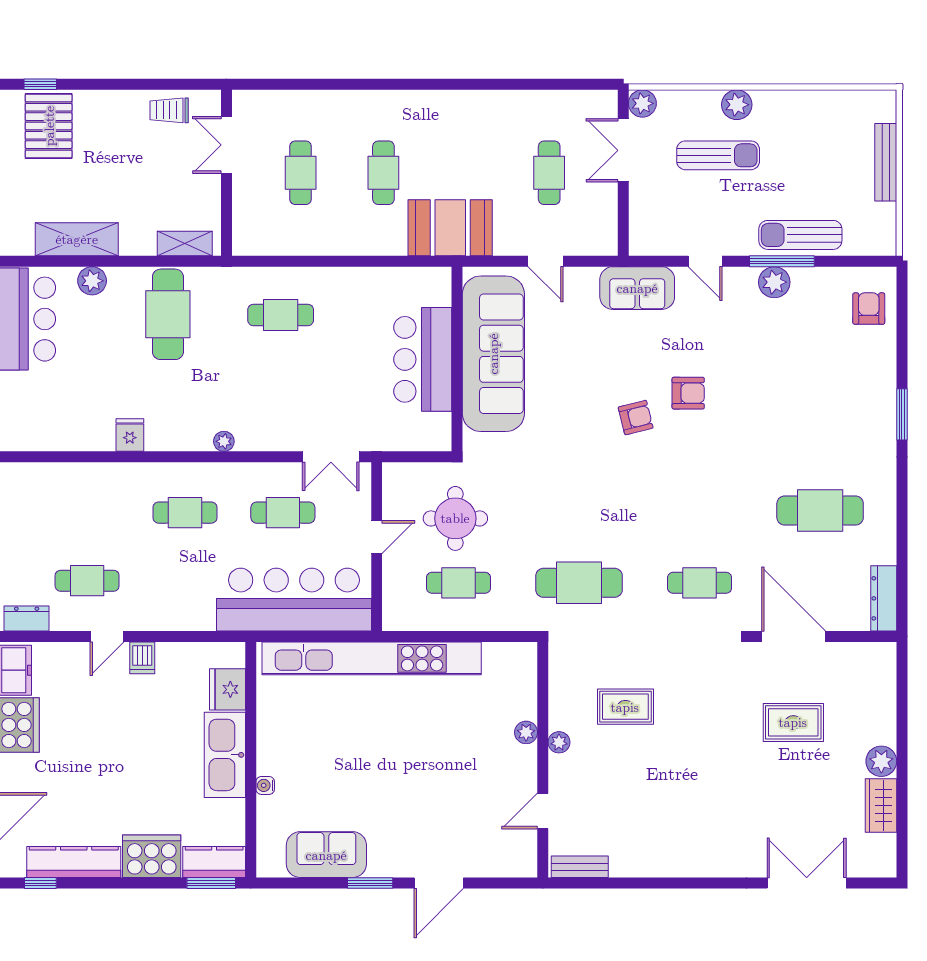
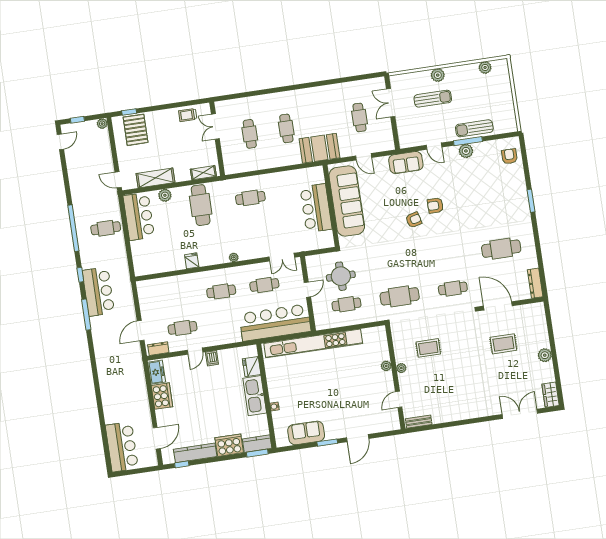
plant: (642, 103) -> (485, 67), moved
bench: (886, 162) -> (507, 91), removed
armchair: (688, 393) -> (435, 206), turned 180
wardrobe: (881, 806) -> (551, 395), moved

